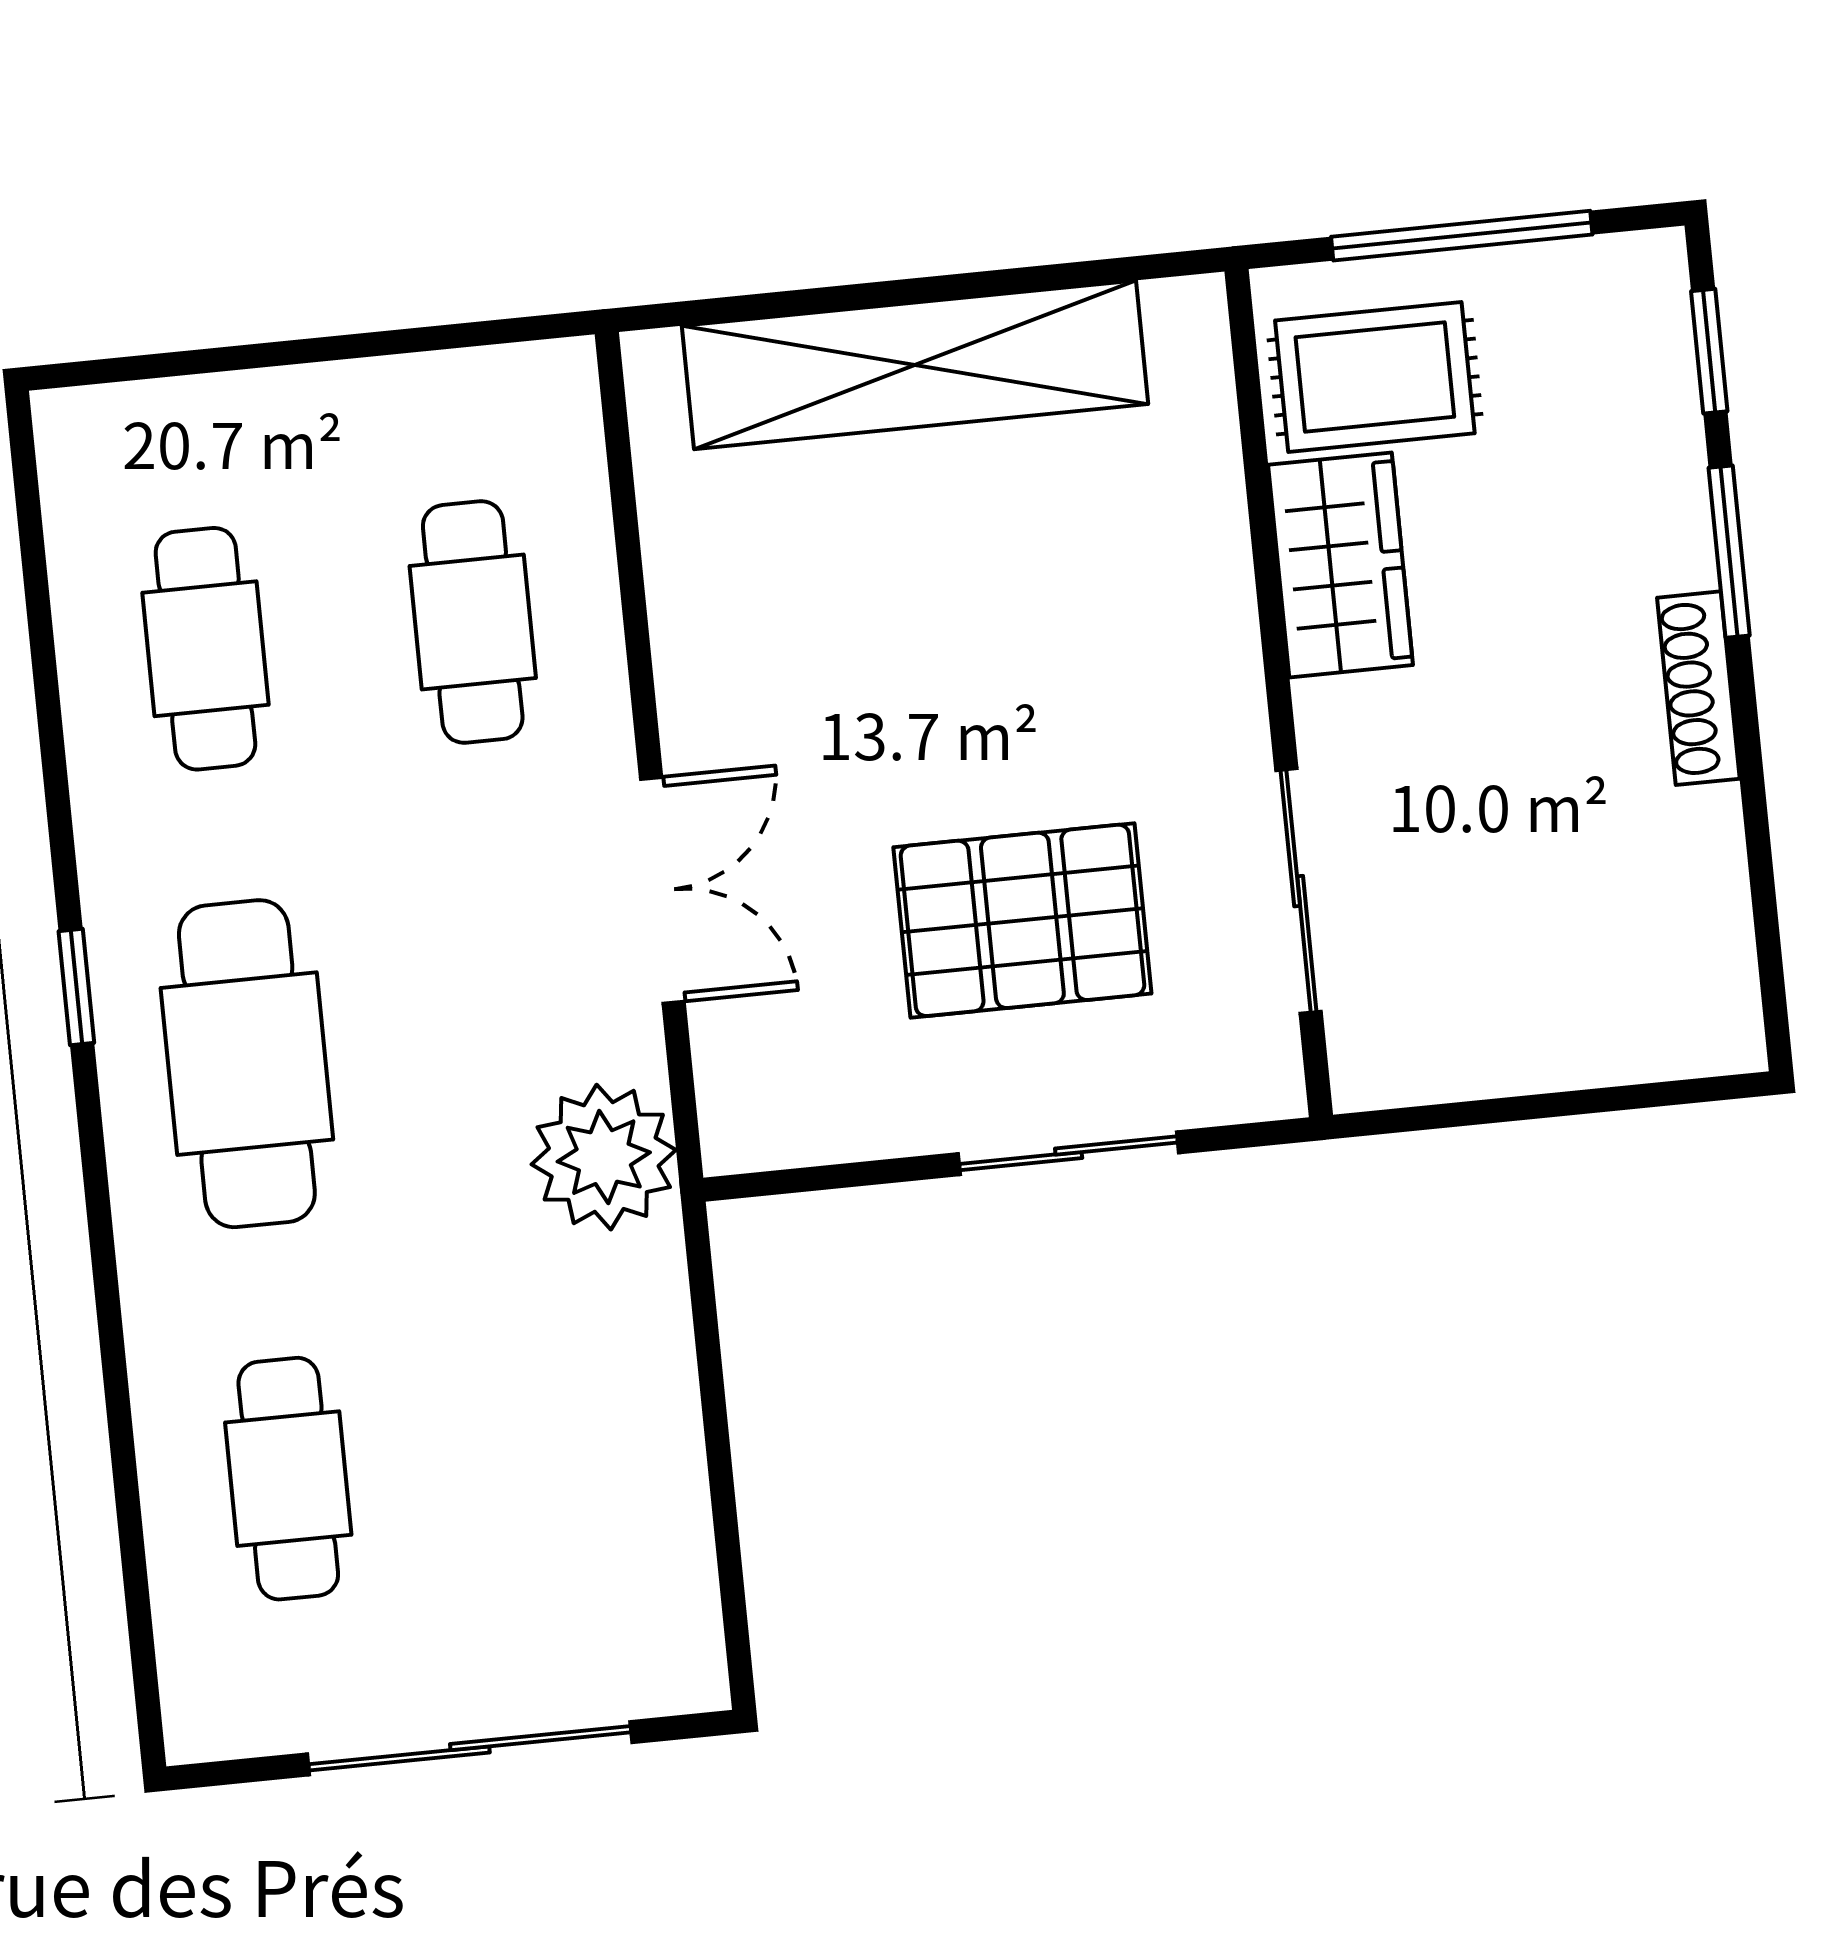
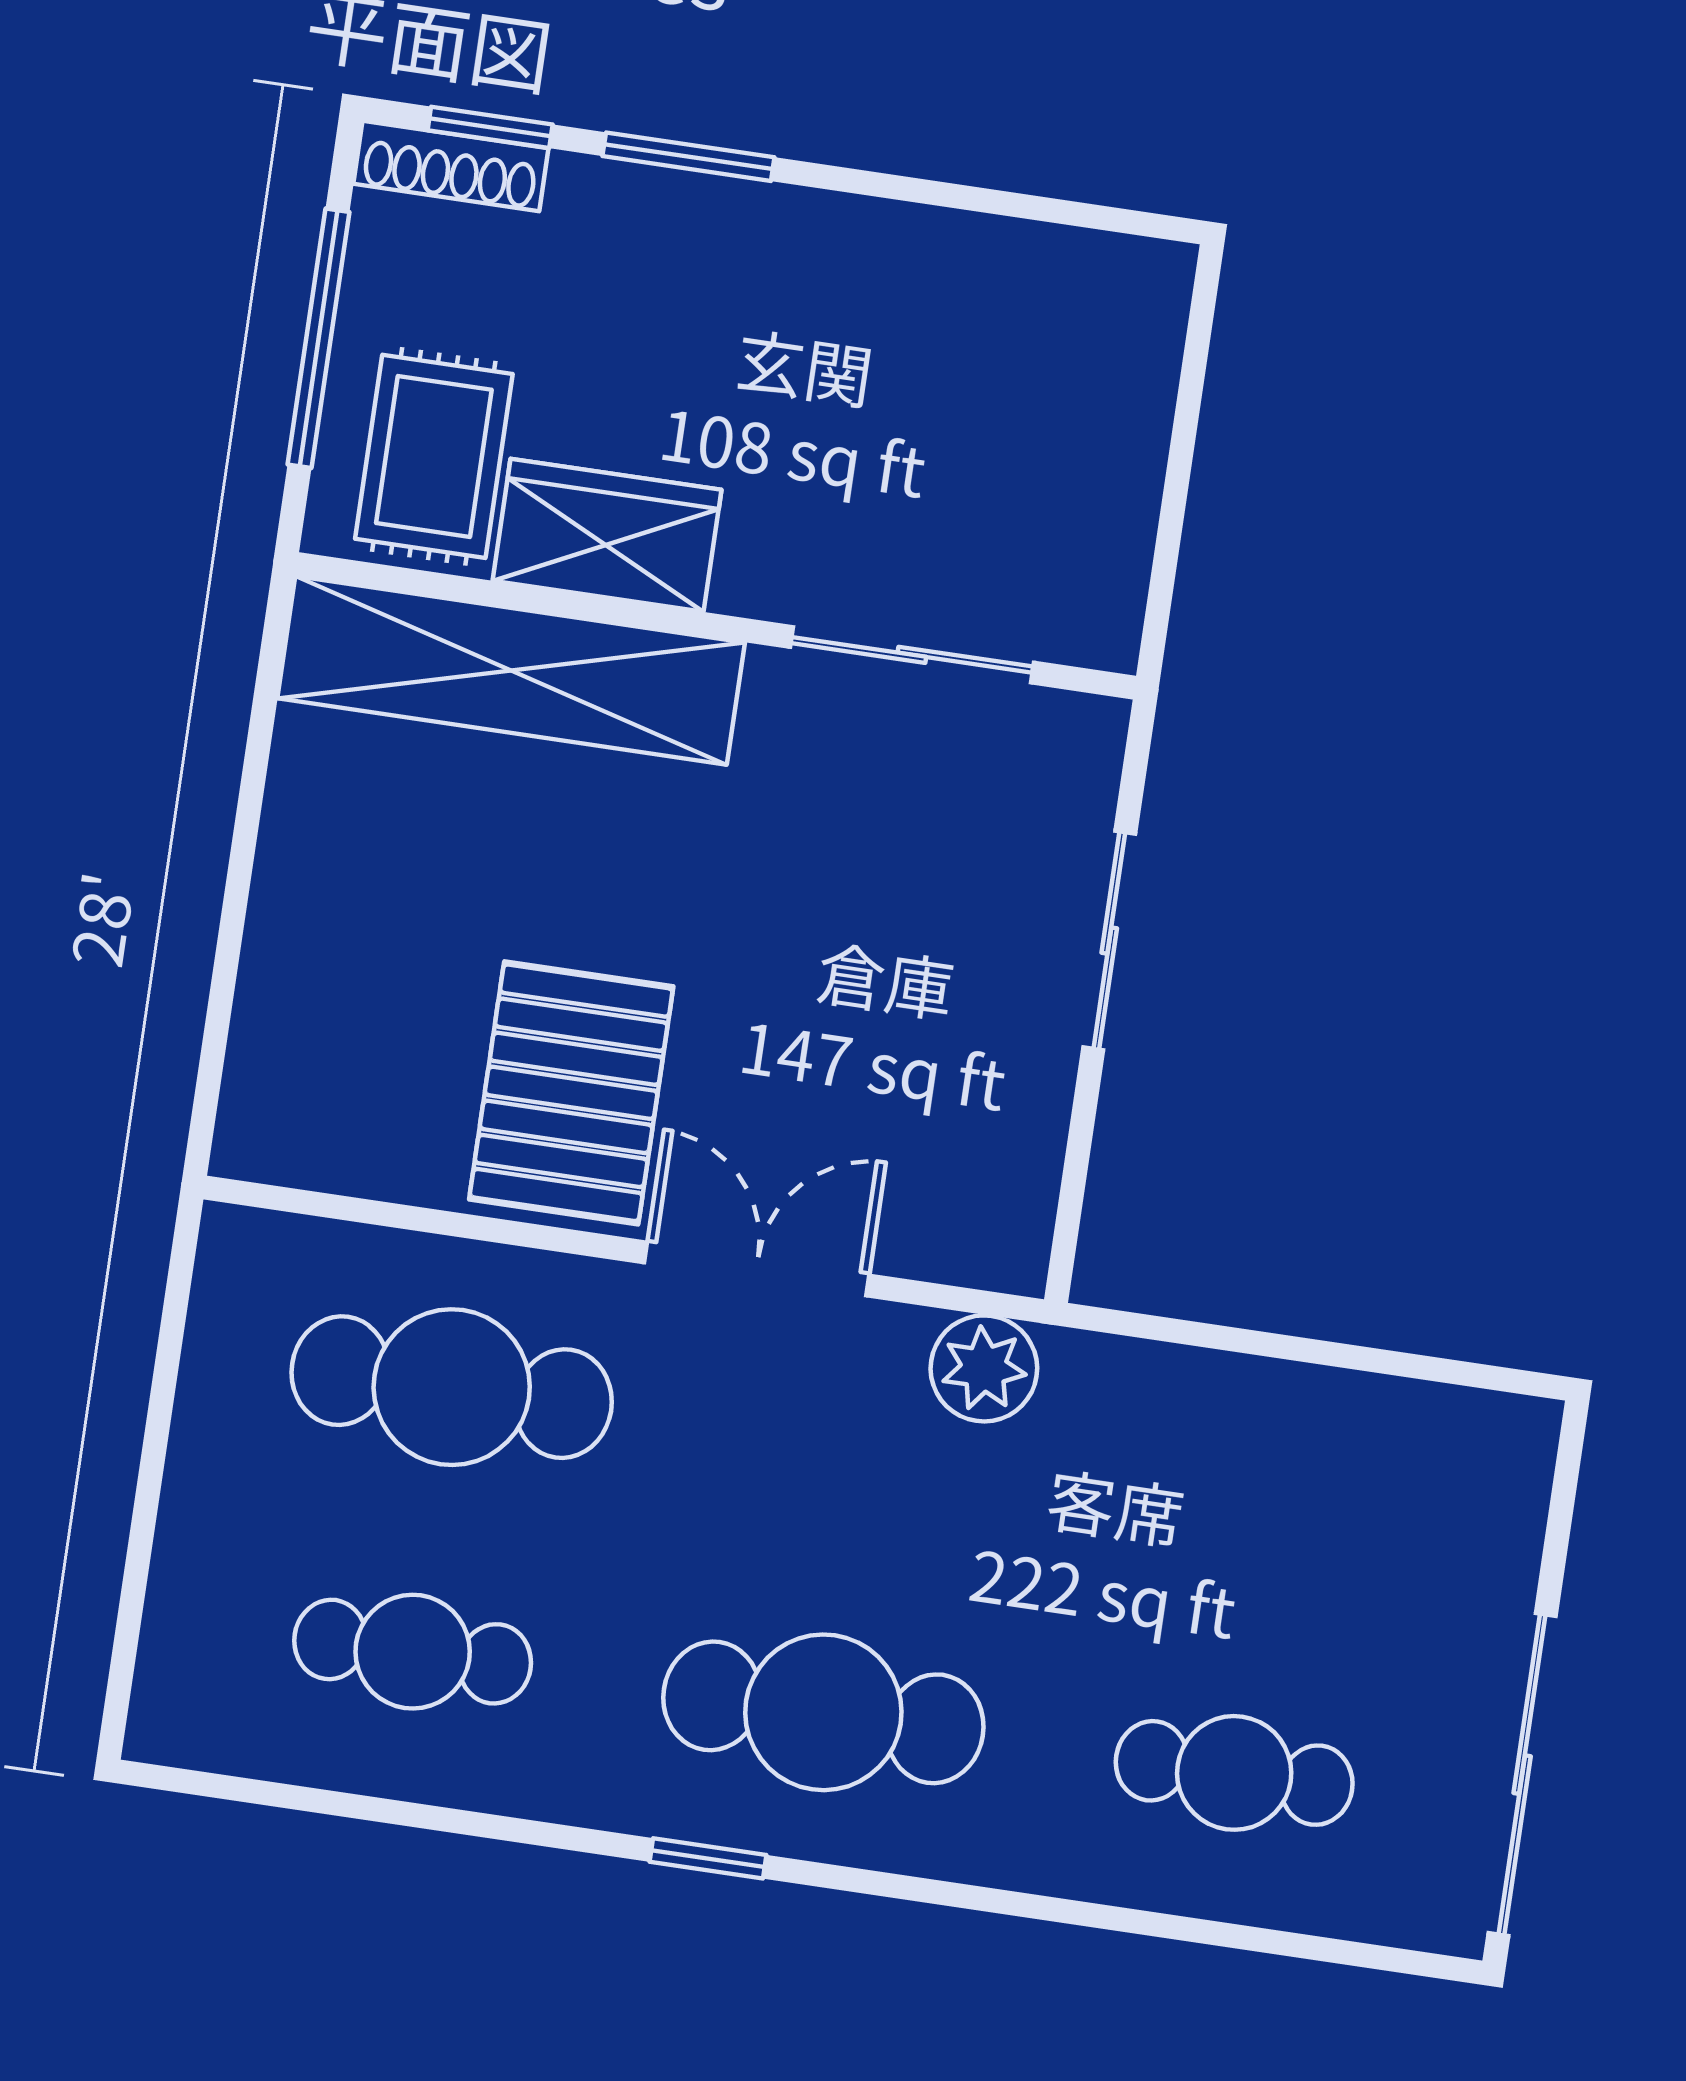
shelving: (915, 365) -> (511, 670), moved, turned 90
cafe table: (473, 622) -> (452, 1387), width x1.37, depth x1.35
shoe rack: (1698, 688) -> (451, 166), moved
pallet: (1022, 920) -> (571, 1093), moved
plant: (604, 1157) -> (984, 1368), width x0.73, depth x0.73
sliding door: (470, 1748) -> (1522, 1775), moved

